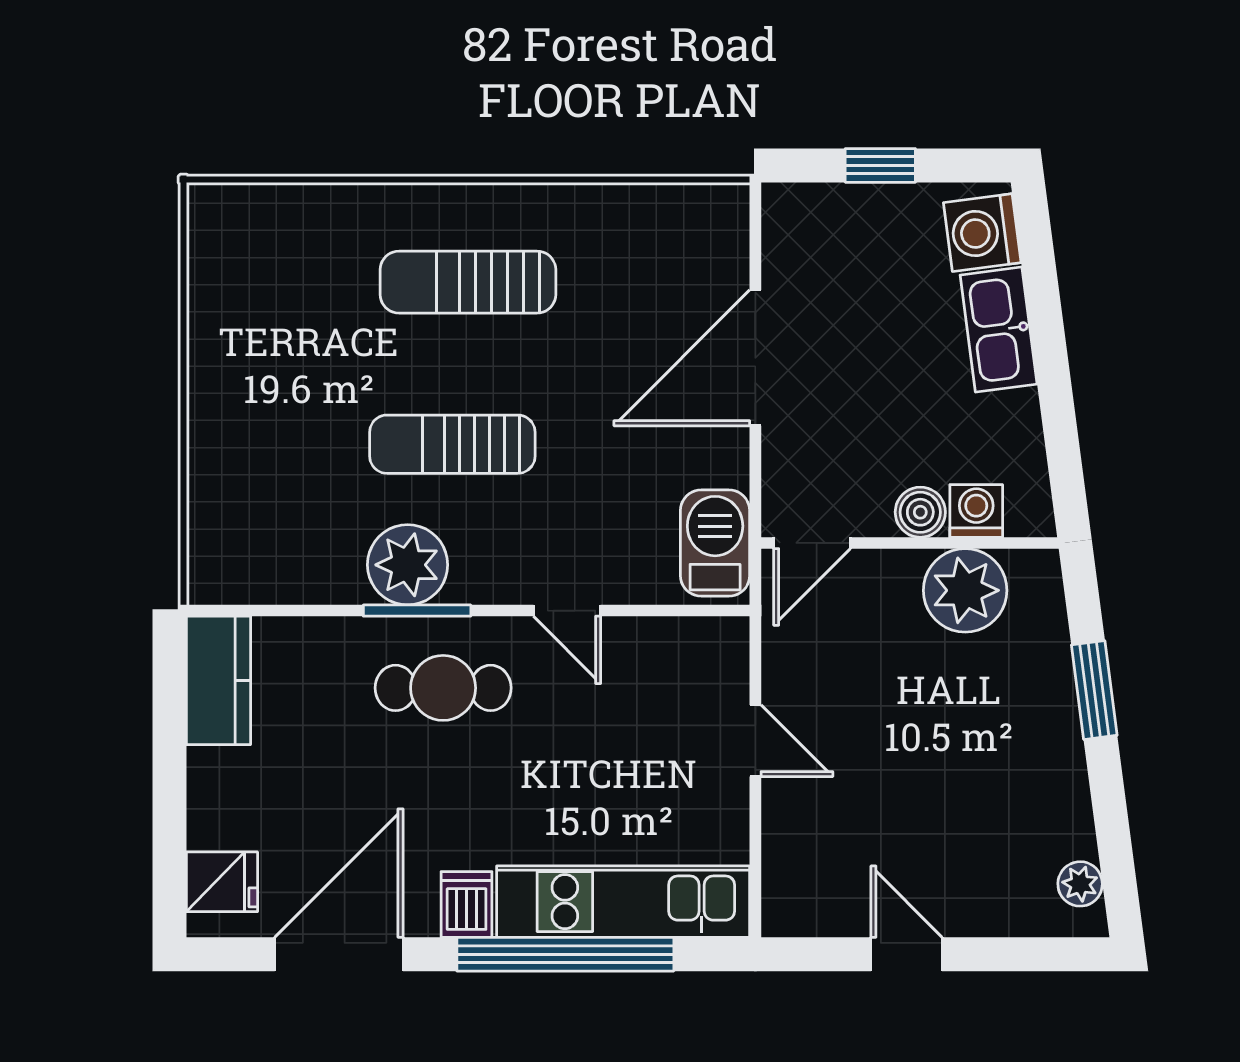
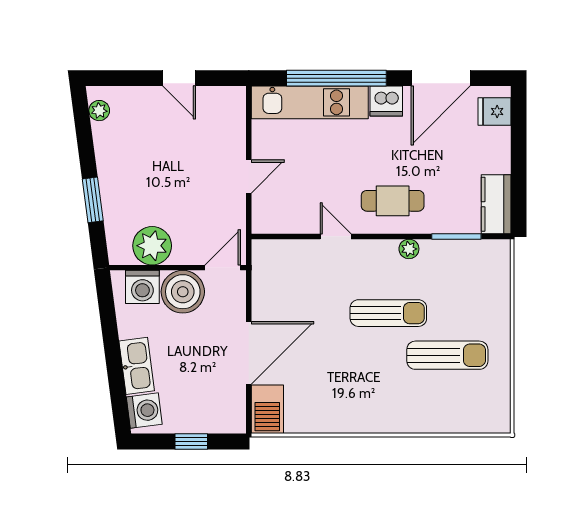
sun lounger: (468, 282) -> (447, 355), moved
washing machine: (976, 511) -> (142, 287), width x1.38, depth x1.38
boiler: (920, 512) -> (183, 292), width x1.86, depth x1.86
barbecue: (715, 543) -> (267, 409), moved
plant: (408, 565) -> (409, 249), width x0.53, depth x0.53
window: (417, 611) -> (456, 236), moved
door: (755, 741) -> (249, 176), swing flipped
dishwasher: (467, 904) -> (386, 101), width x1.38

